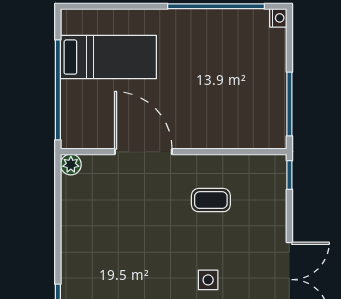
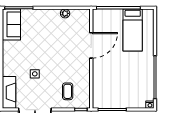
plant: (71, 165) -> (65, 13), moved
coffee table: (211, 200) -> (68, 91), moved

